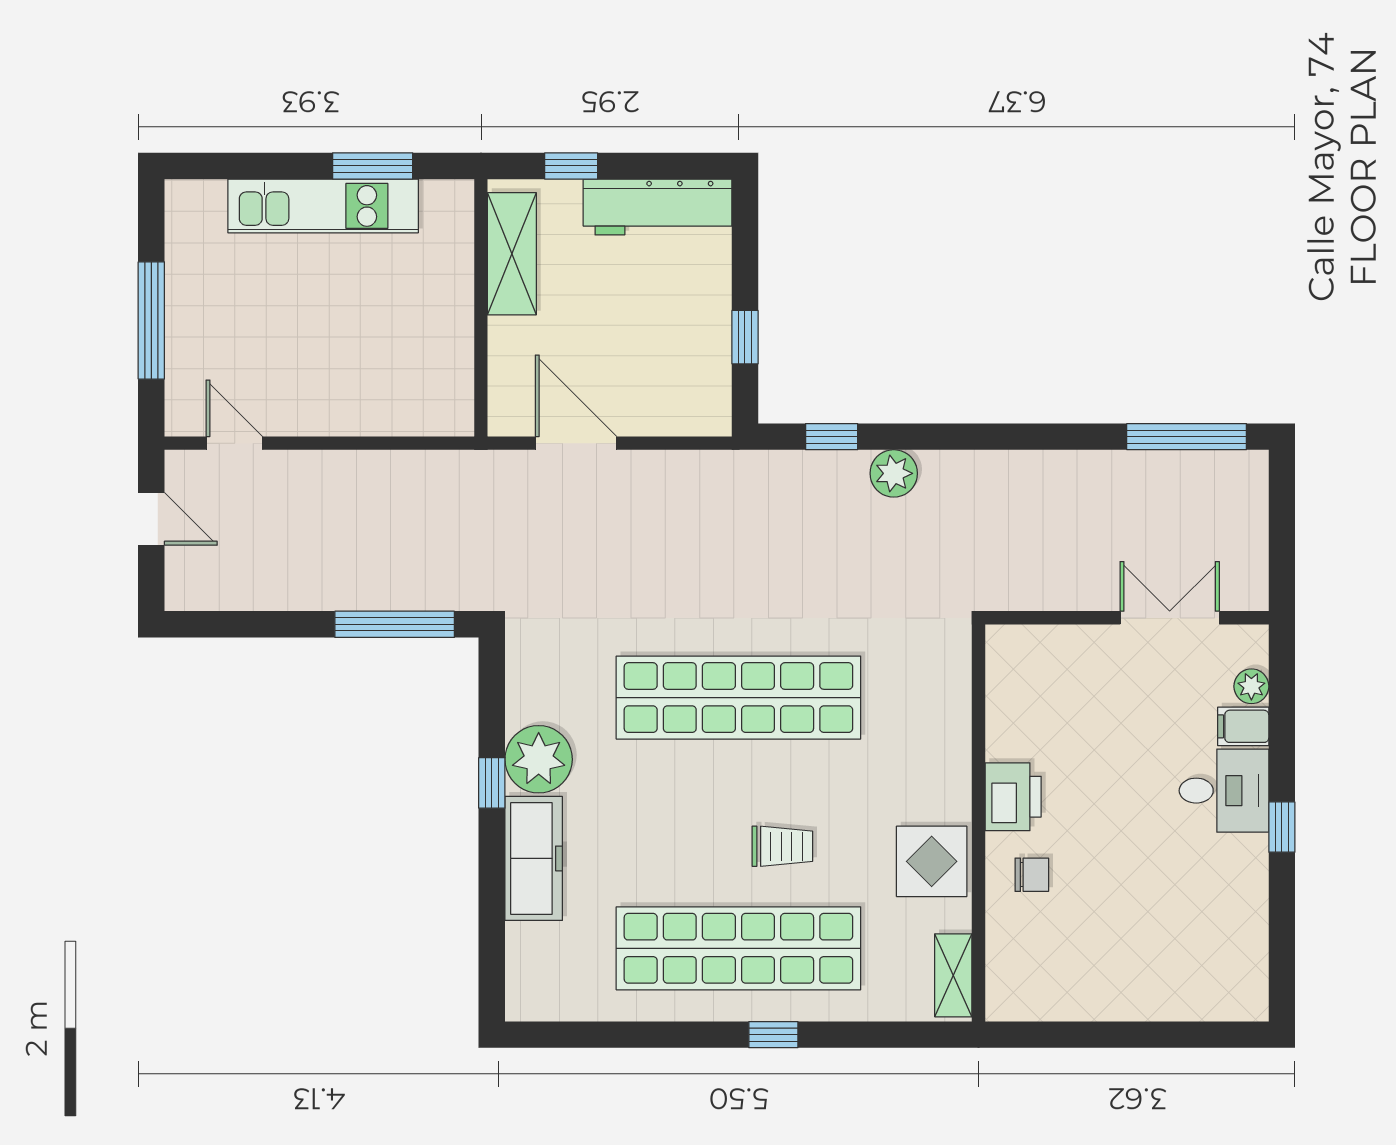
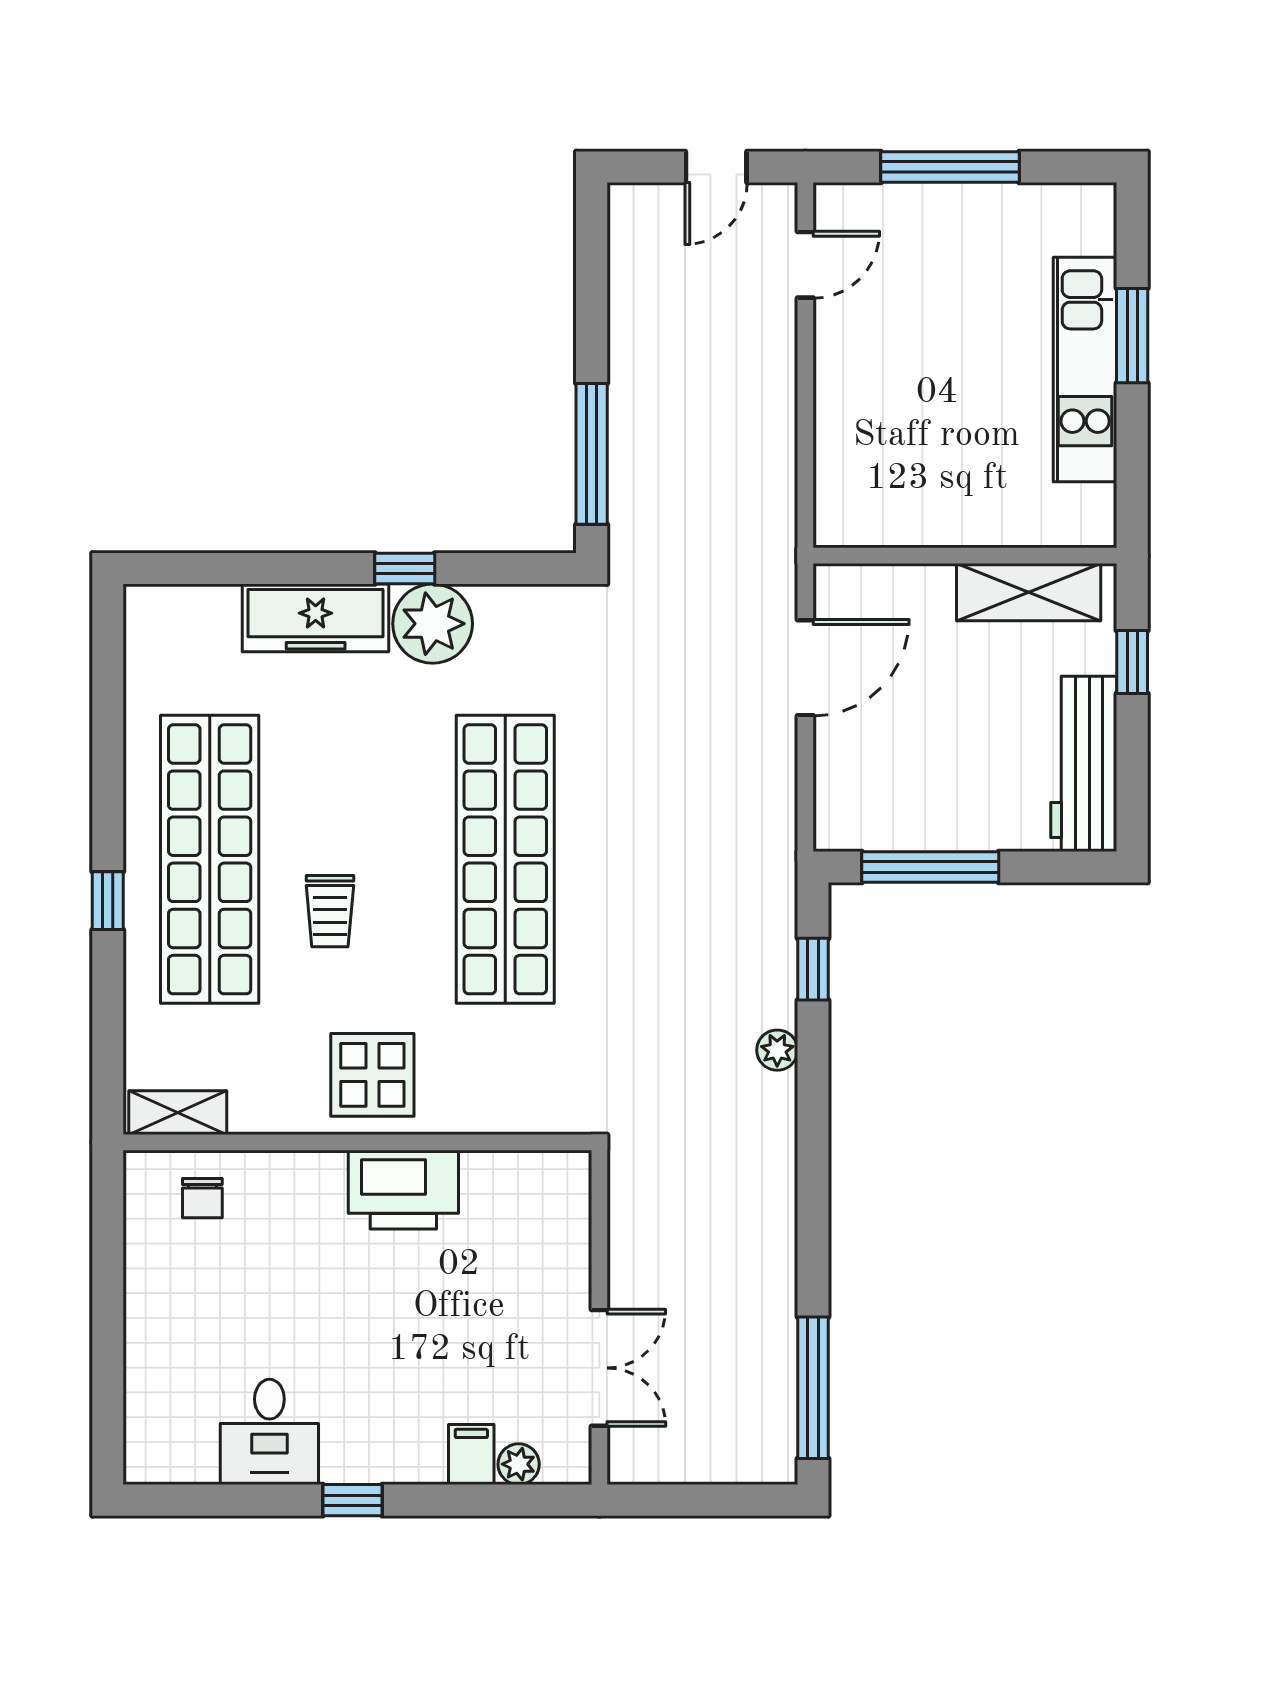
window: (373, 166) -> (1132, 336), moved
window: (745, 337) -> (930, 867), width x2.17
plant: (894, 473) -> (777, 1050), width x0.73, depth x0.73
desk: (1224, 791) -> (269, 1432), moved
printer: (1013, 797) -> (403, 1190), width x1.37, depth x1.19
display table: (932, 861) -> (372, 1075), moved
chair: (1032, 875) -> (202, 1198), moved

